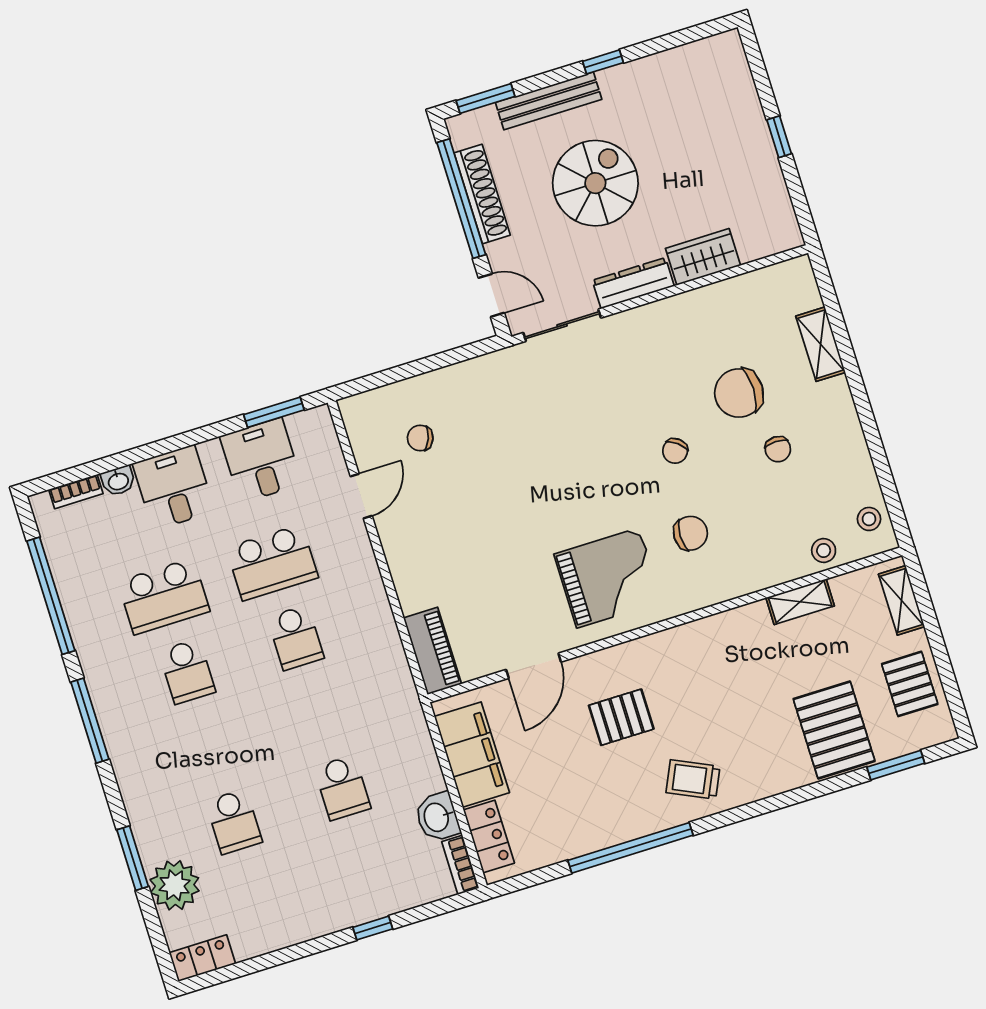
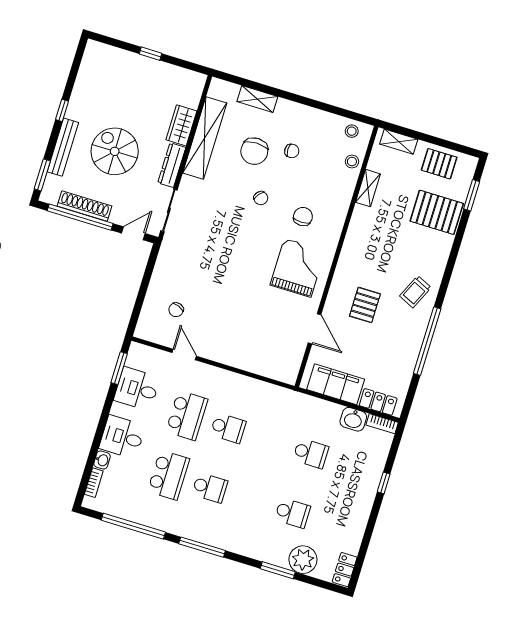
shelving: (708, 305) -> (205, 138), added
piano: (432, 651) -> (276, 370), removed

